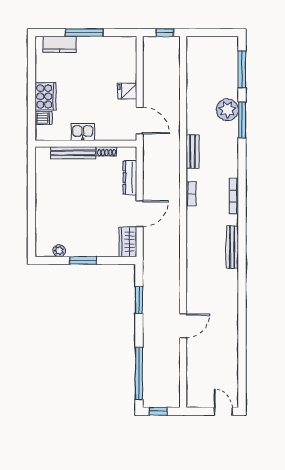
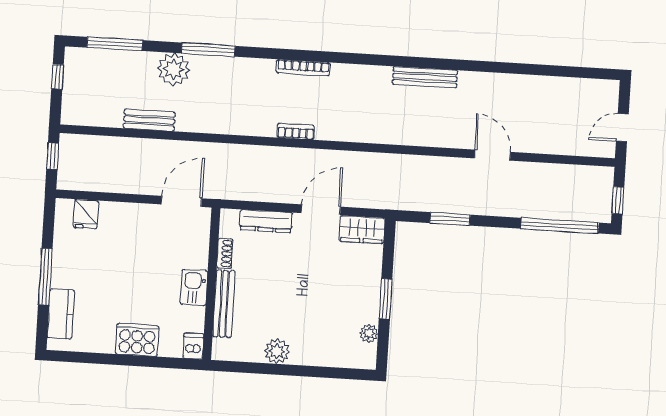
window: (218, 33) -> (58, 77), added
fridge: (127, 91) -> (86, 214), moved
dishwasher: (44, 118) -> (193, 346), moved
window: (242, 120) -> (208, 50), moved
bench: (192, 152) -> (149, 120), moved
plant: (44, 190) -> (277, 351), added
door: (140, 214) -> (321, 210), hinge flipped
bench: (232, 247) -> (425, 77), moved
door: (223, 411) -> (622, 128), moved

